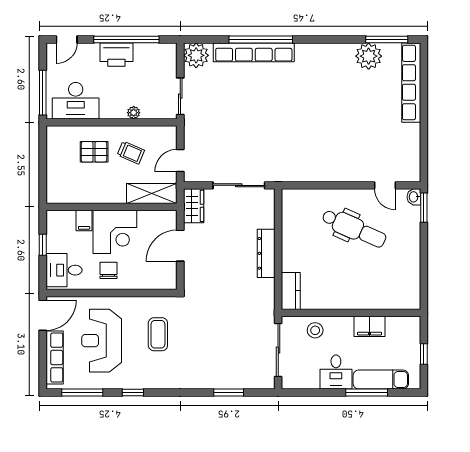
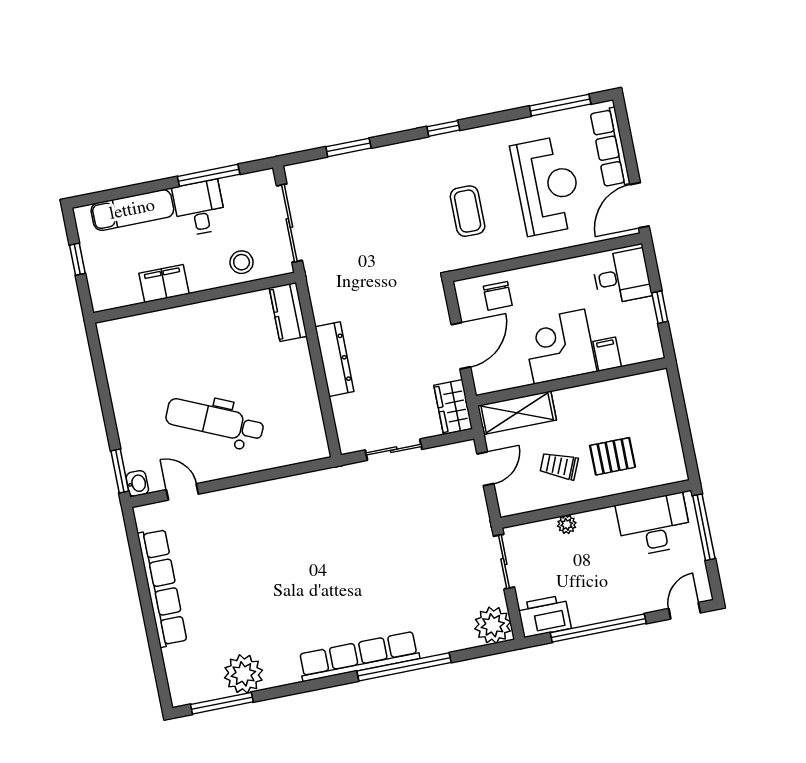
row of seats: (254, 52) -> (359, 656), moved
printer: (116, 55) -> (544, 616), moved
row of seats: (411, 83) -> (162, 588), moved
sliding door: (239, 185) -> (394, 450), width x0.73
chair: (108, 270) -> (498, 296), moved
window: (133, 392) -> (443, 128), moved
window: (367, 392) -> (209, 175), moved

